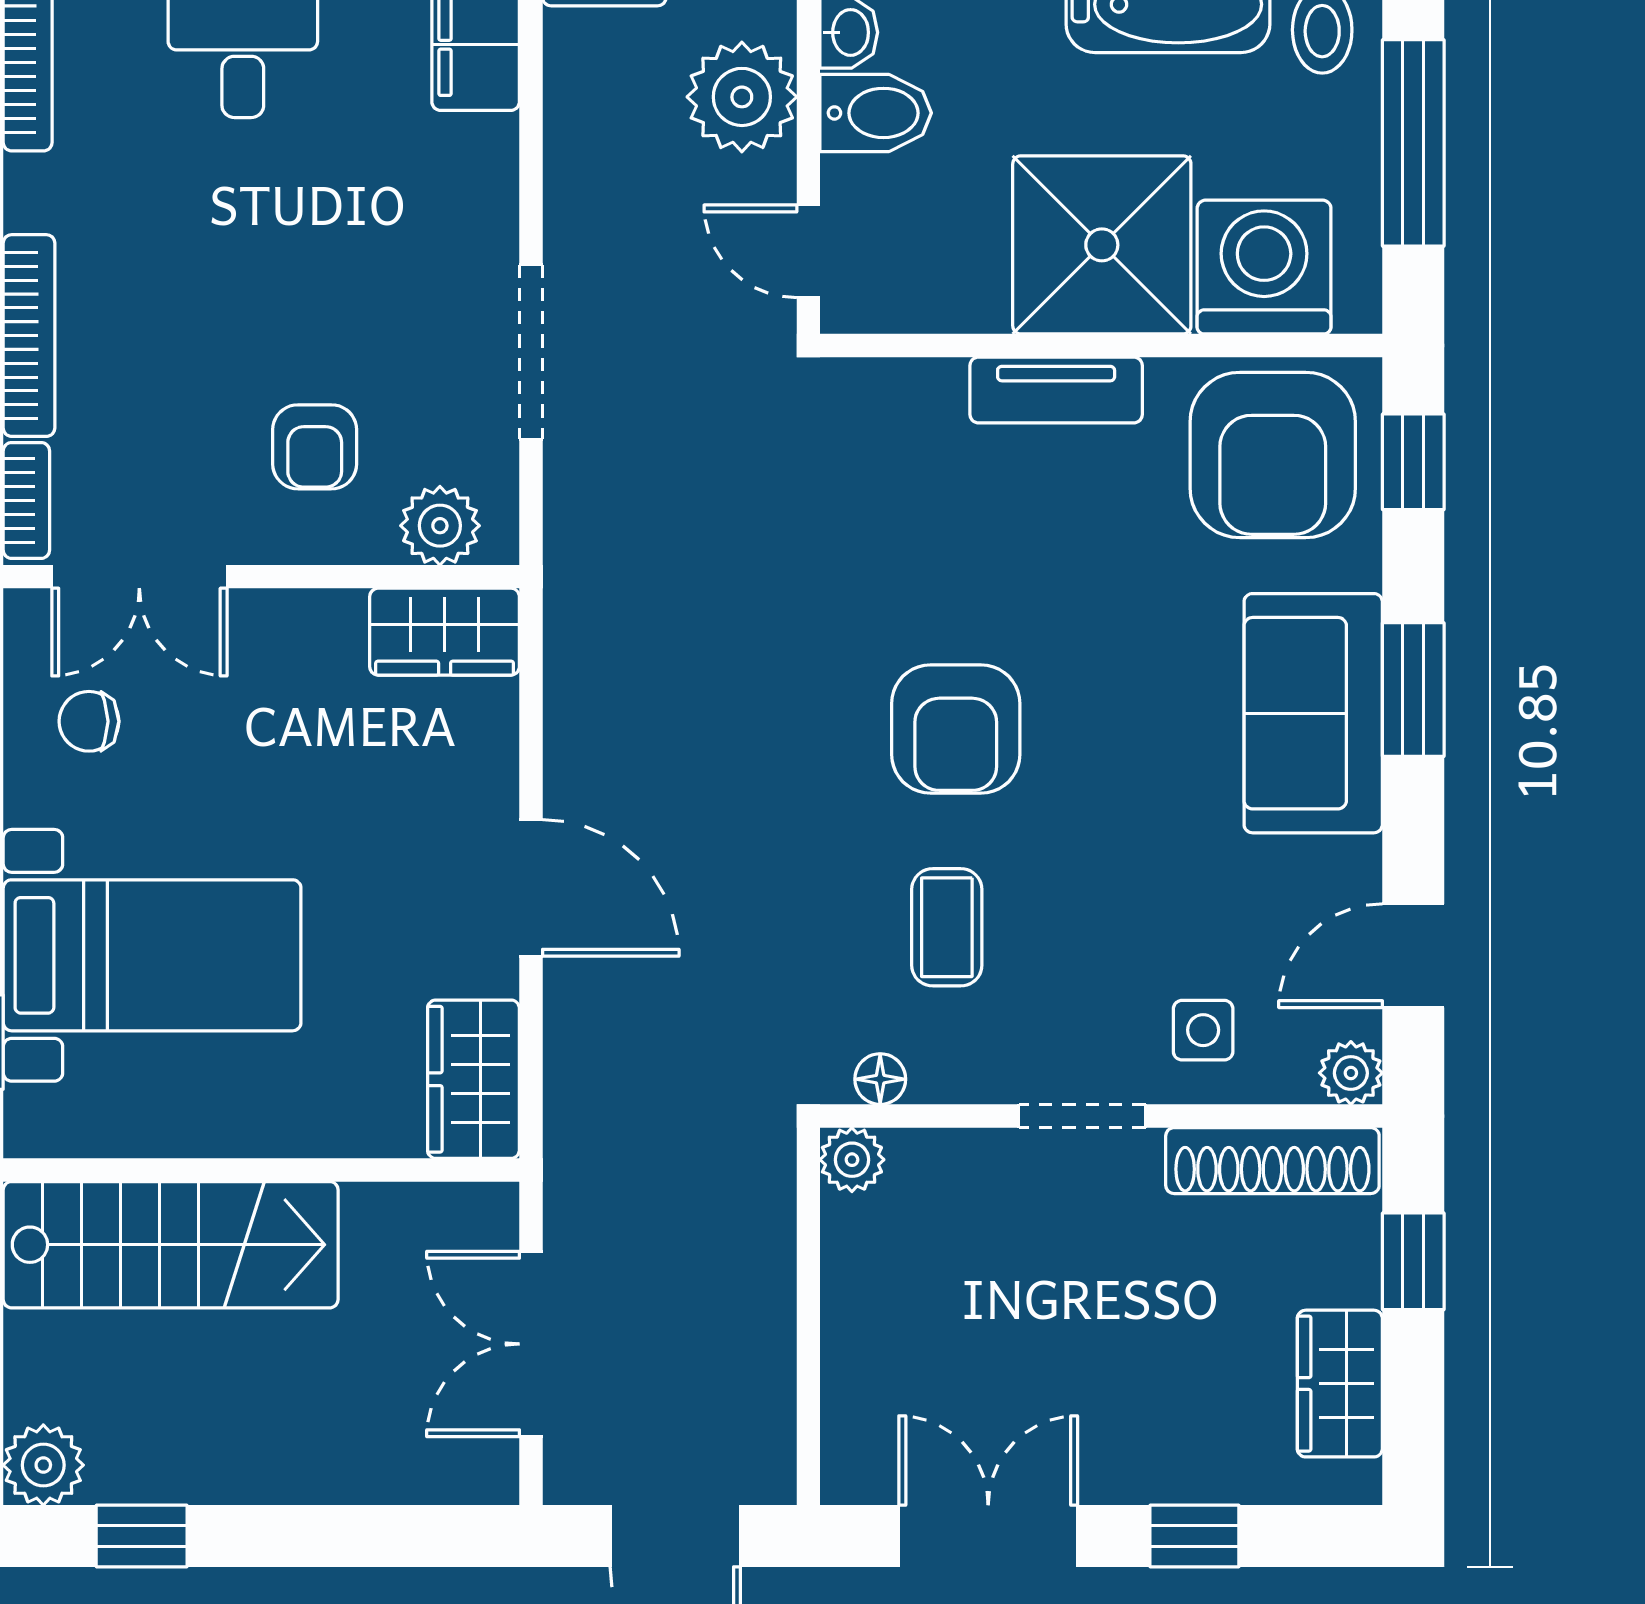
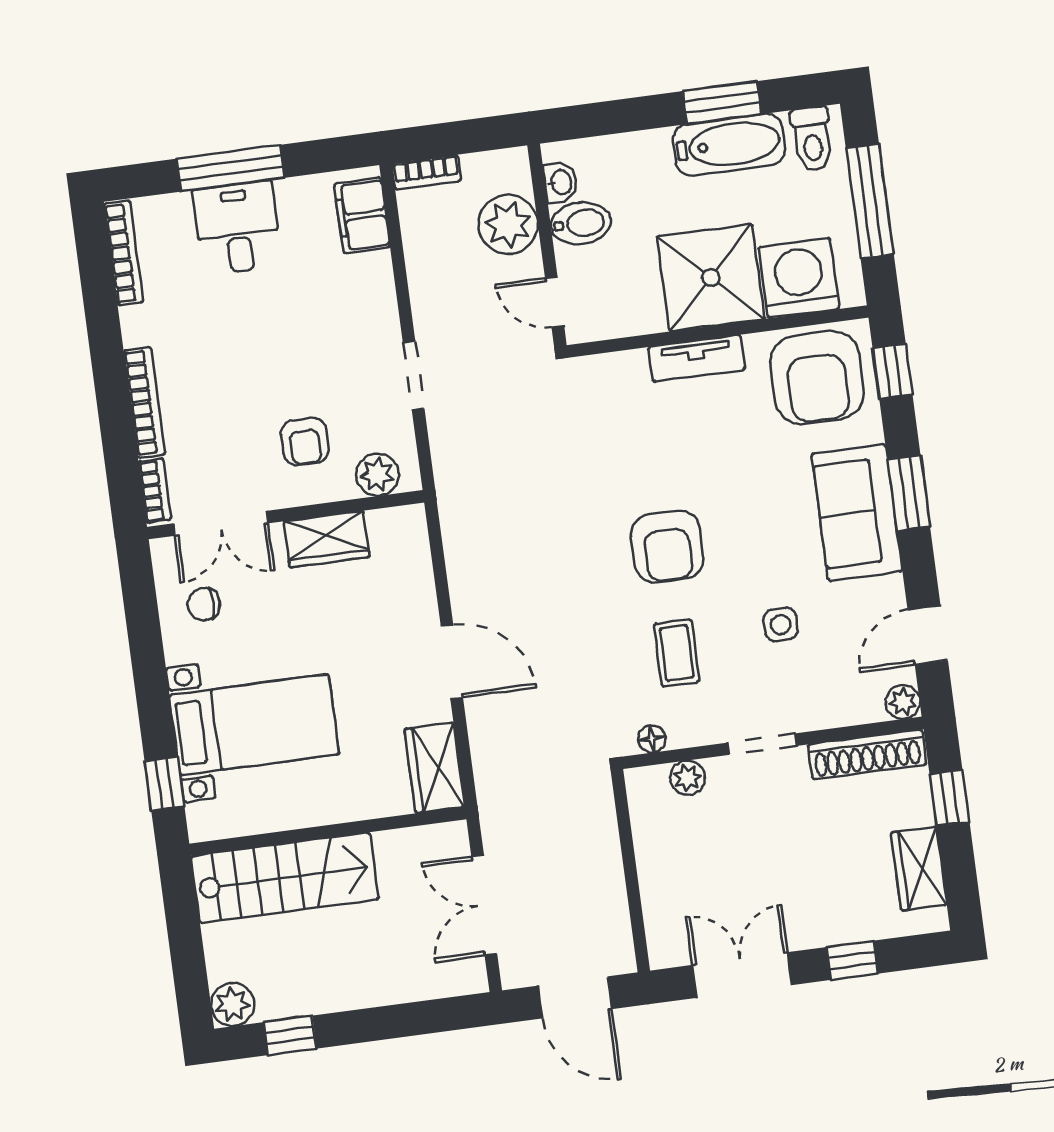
doorway: (531, 352) -> (414, 375), width x0.73
wardrobe: (445, 632) -> (327, 539), moved
side table: (1203, 1030) -> (781, 624), moved
plant: (852, 1160) -> (688, 778), moved

